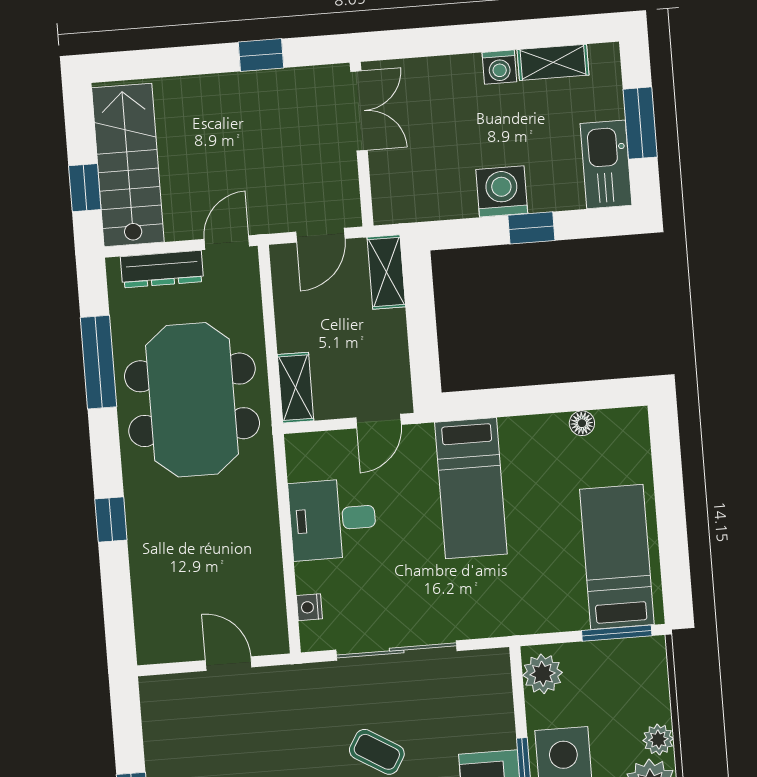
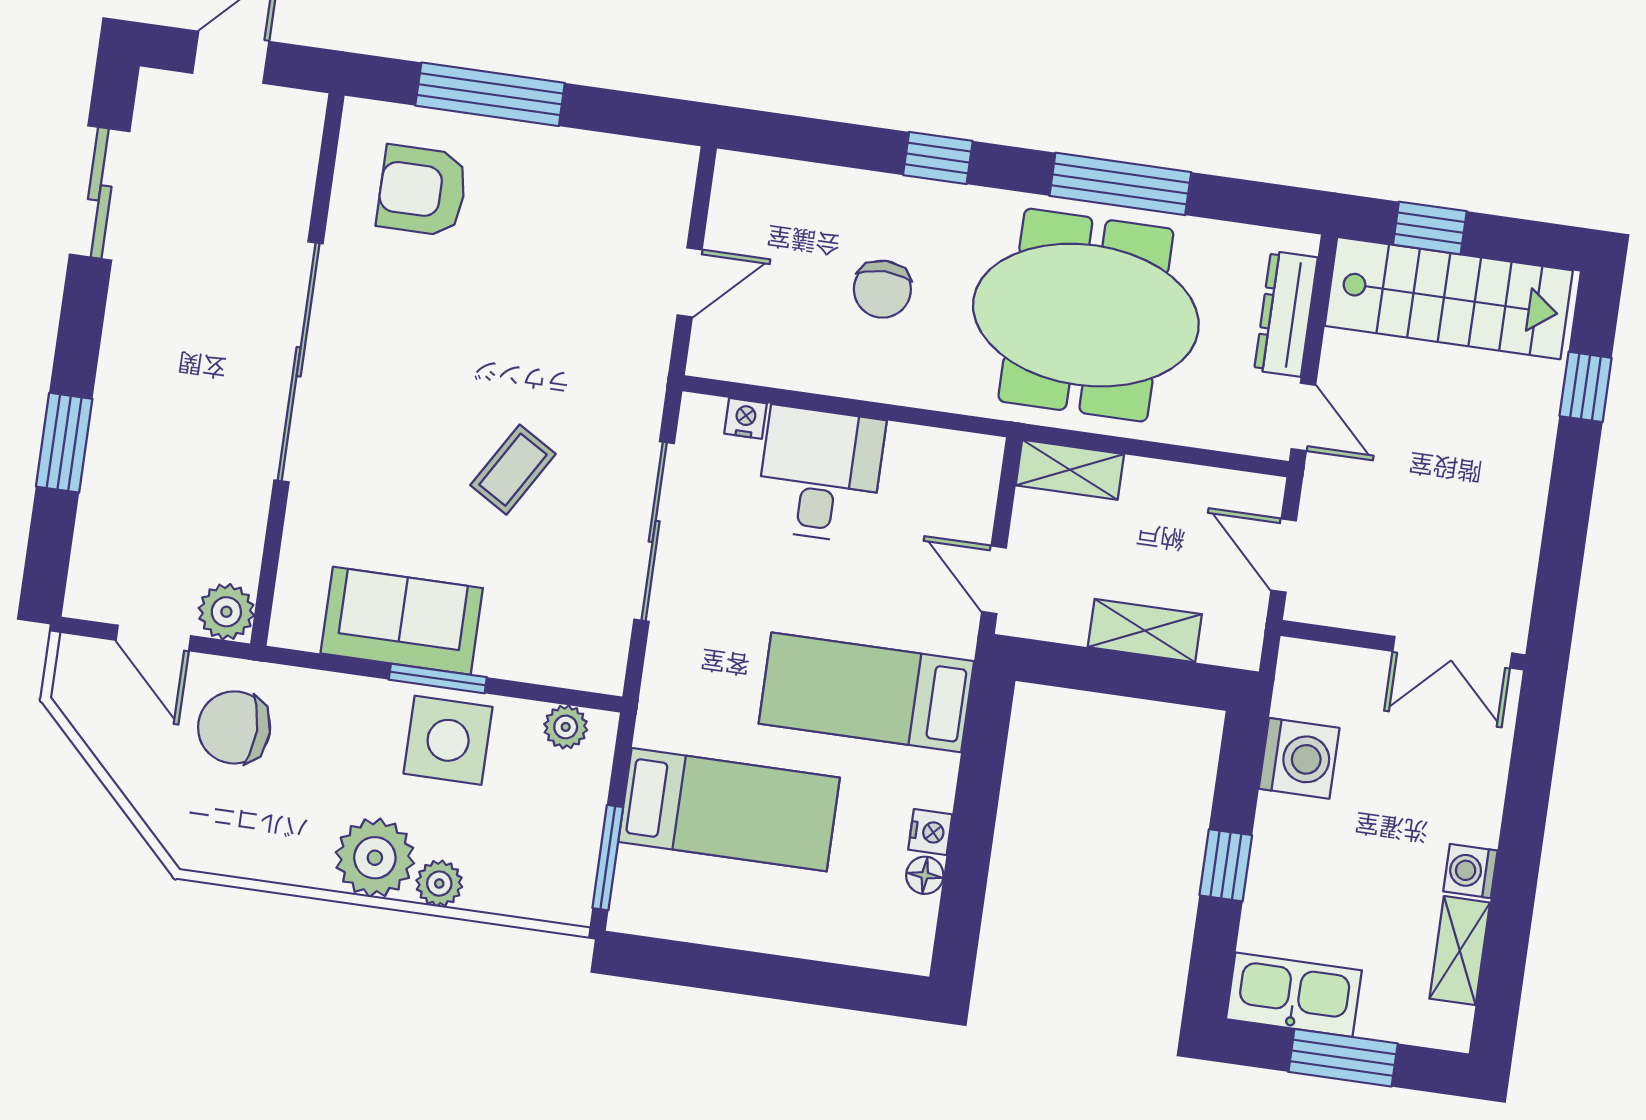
window: (261, 55) -> (1586, 387), moved
washing machine: (502, 191) -> (1299, 758), moved
shelving: (386, 272) -> (1145, 631), moved
window: (99, 362) -> (1120, 184), moved
nightstand: (553, 426) -> (930, 832), added
desk: (333, 519) -> (820, 474), moved
chair: (205, 537) -> (882, 289), added
bed: (617, 557) -> (729, 810), moved
plant: (542, 674) -> (566, 727), width x0.73, depth x0.73

